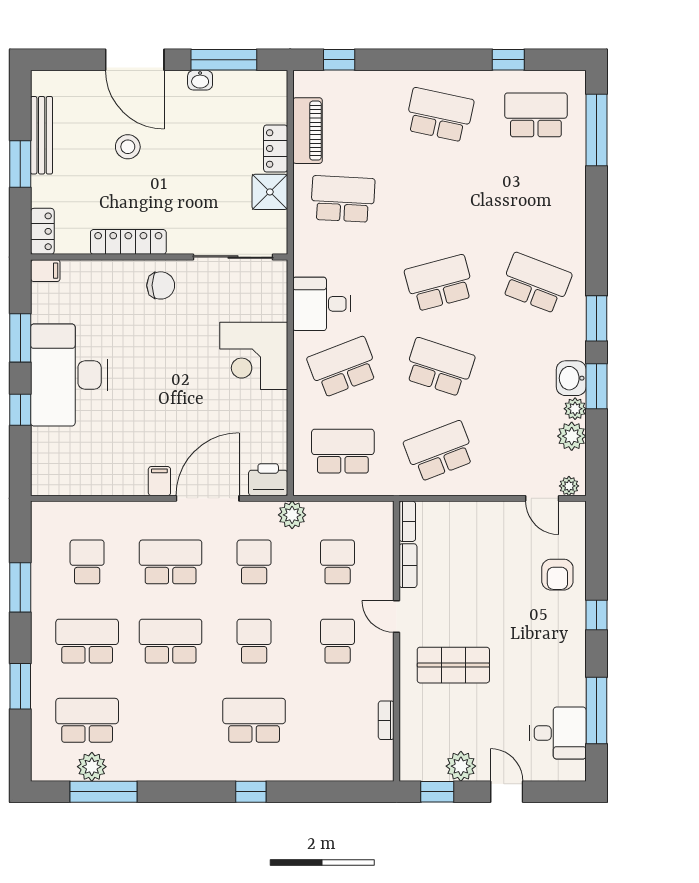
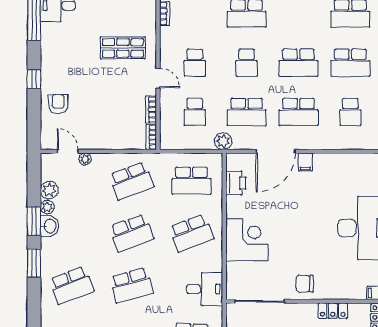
locker: (128, 242) -> (333, 311), width x0.66
school desk: (536, 283) -> (72, 285), turned -42
desk: (322, 304) -> (205, 289), moved
school desk: (439, 367) -> (131, 233), turned -39
printer: (268, 480) -> (236, 183), moved, turned -90
plant: (569, 486) -> (85, 159), moved
school desk: (254, 562) -> (247, 112), width x1.85

